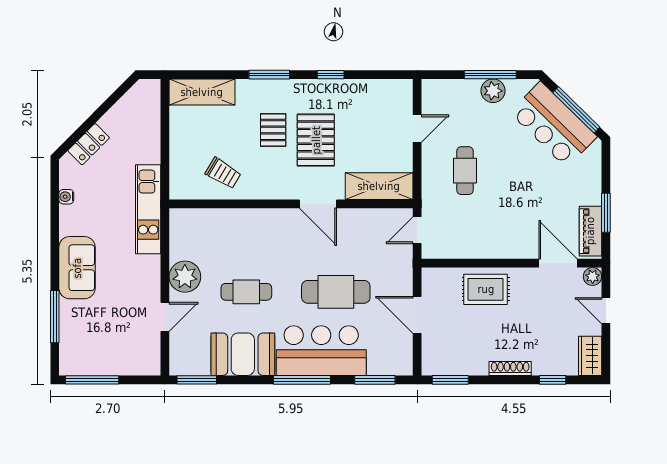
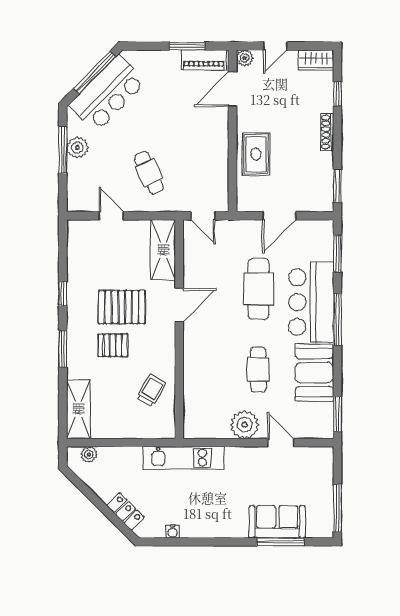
plant: (152, 104) -> (89, 454), added
cafe table: (465, 171) -> (149, 173), turned 65
sofa: (77, 268) -> (277, 522), moved

